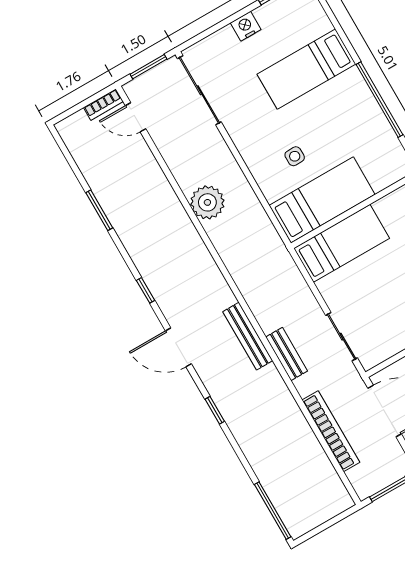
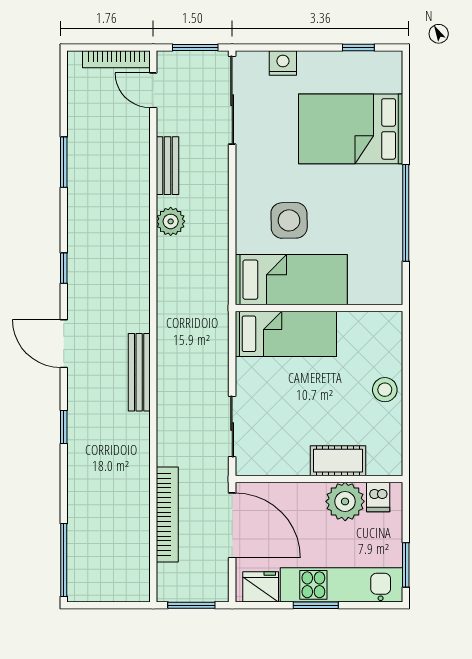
nightstand: (246, 26) -> (283, 63), moved
bed: (306, 69) -> (351, 129), width x1.50
bookcase: (103, 105) -> (116, 59), width x1.56
side table: (295, 156) -> (289, 220), width x1.87, depth x1.87
plant: (207, 202) -> (171, 221), width x0.73, depth x0.73
bench: (287, 354) -> (167, 166), moved

